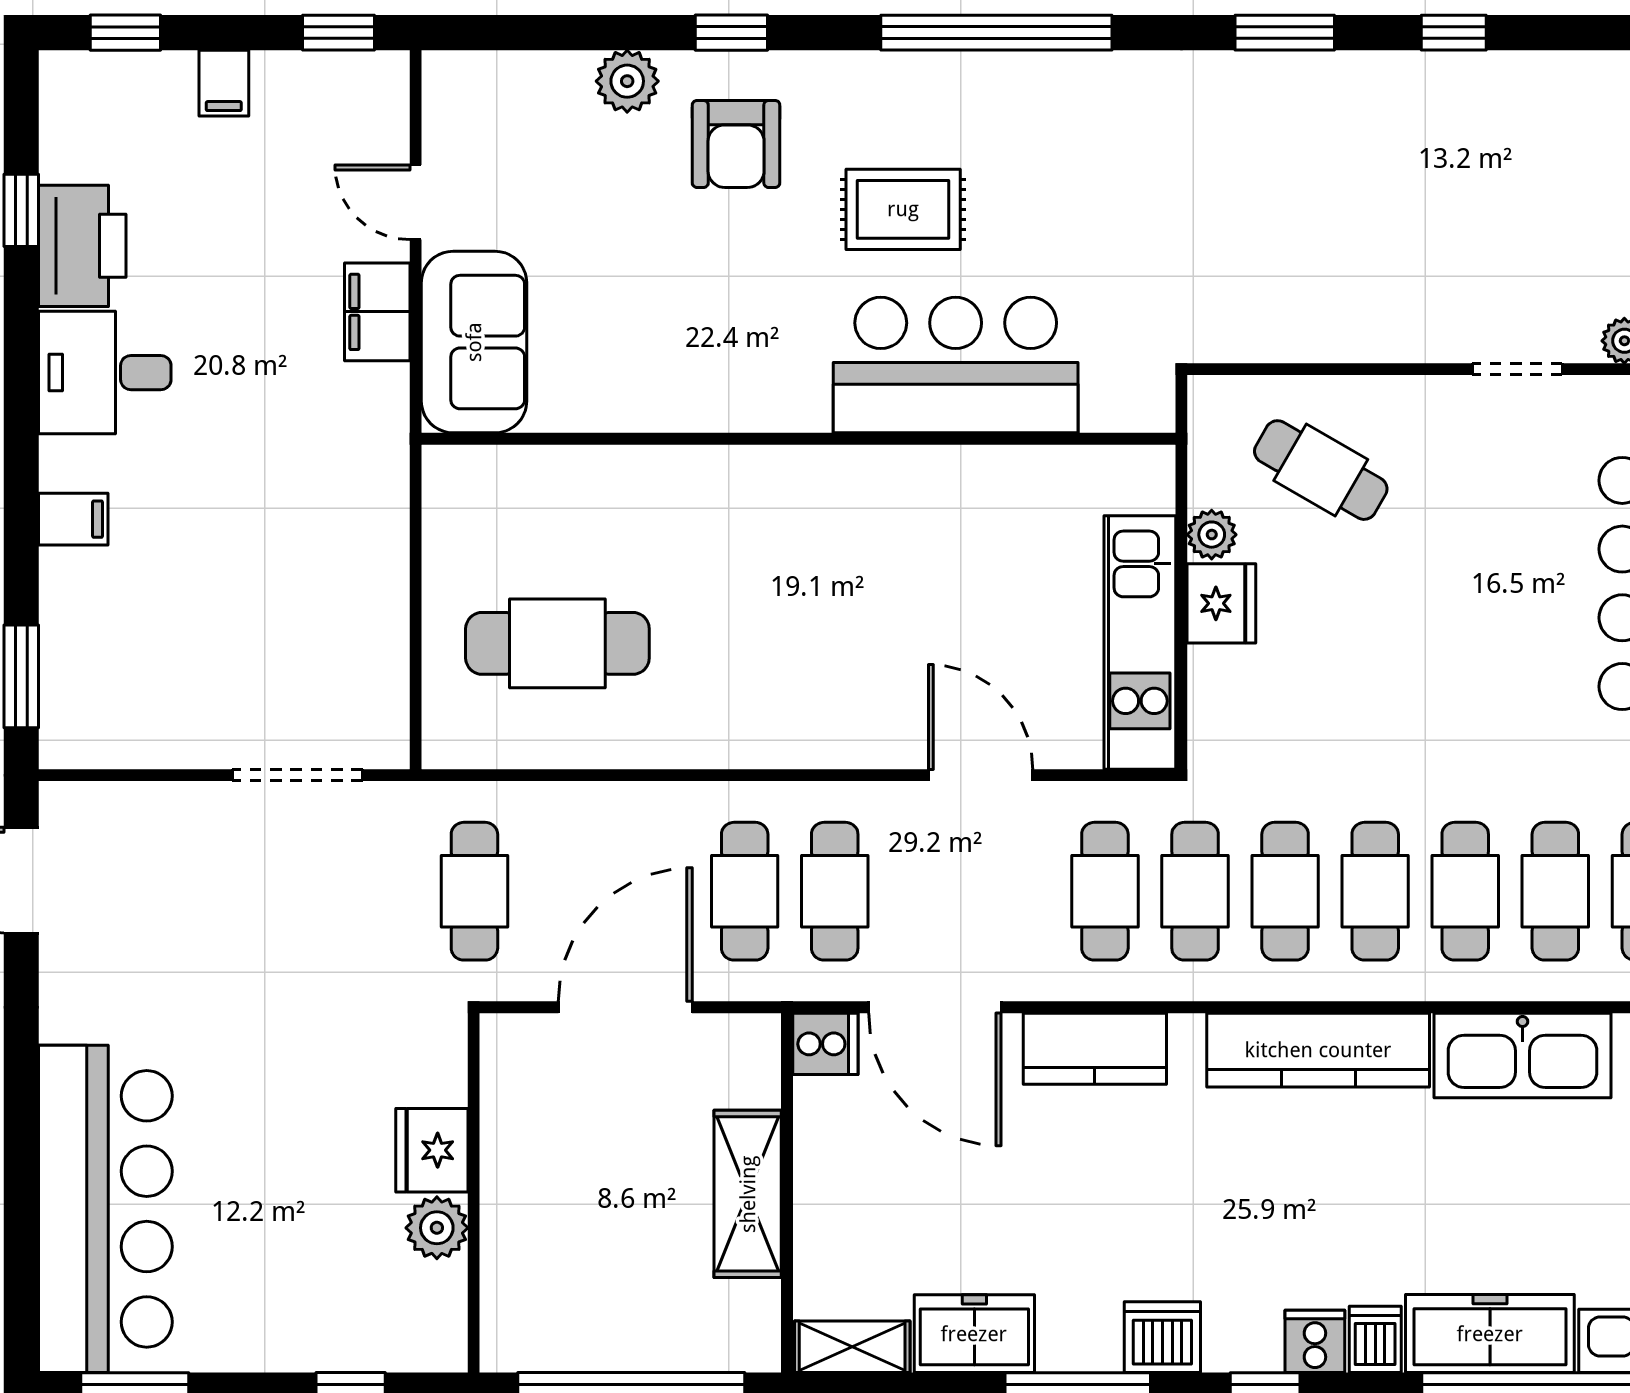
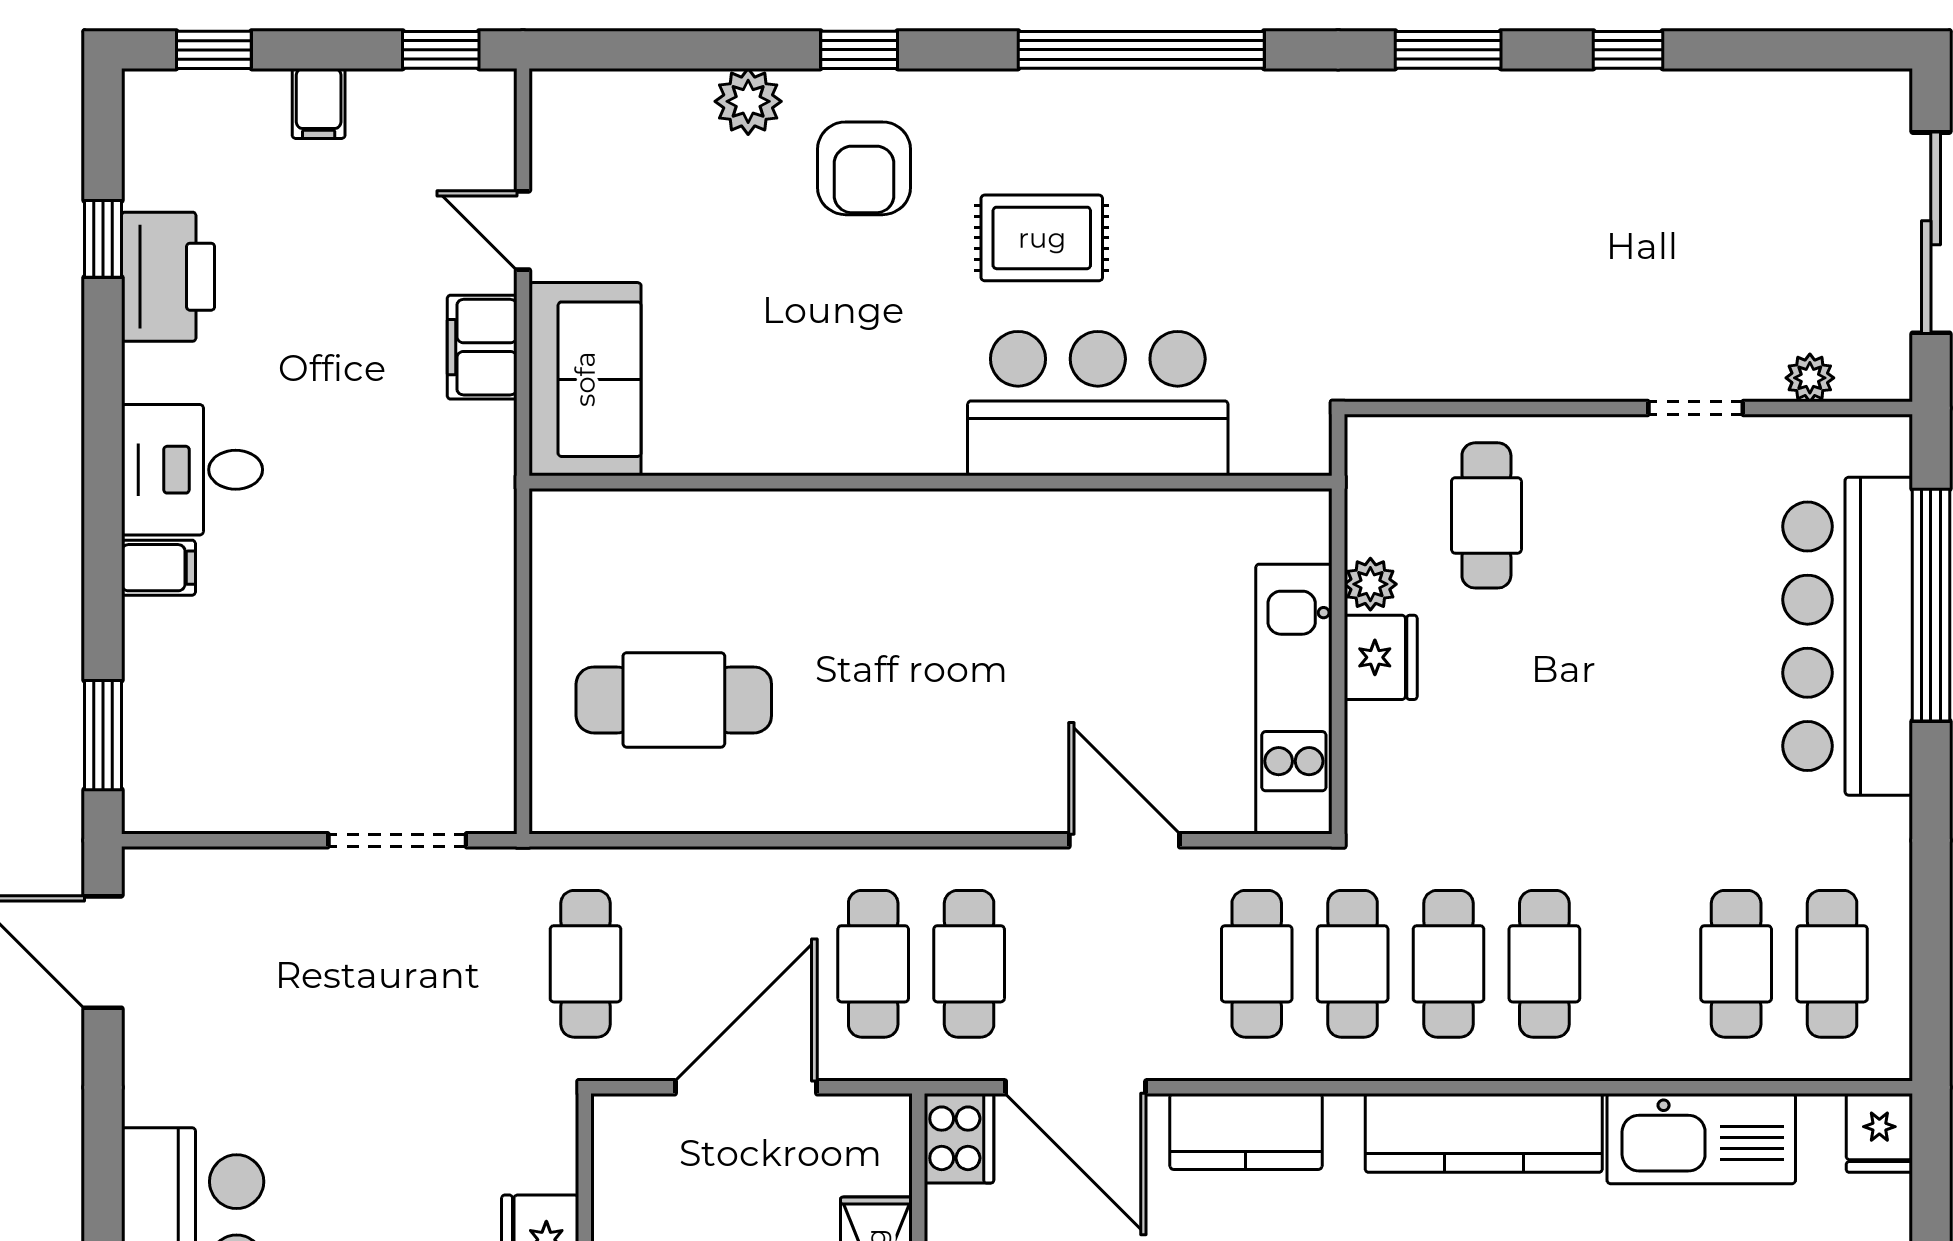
desk: (105, 373) -> (192, 470), moved
cafe table: (1321, 470) -> (1486, 515), turned 60
cafe table: (1465, 891) -> (1640, 964), removed
cooker: (825, 1044) -> (959, 1138), width x1.36

